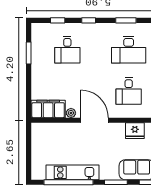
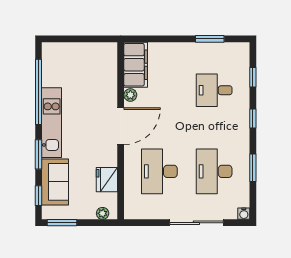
desk: (129, 91) -> (159, 171), width x1.37
kitchen unit: (72, 172) -> (52, 123), moved

